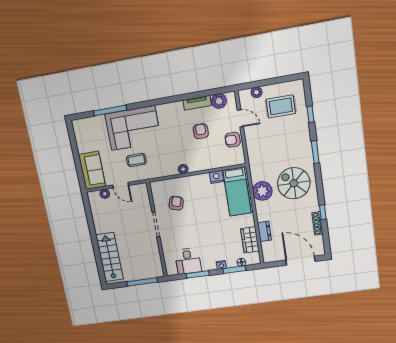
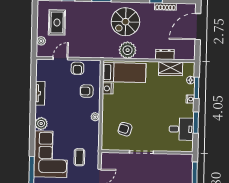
plant: (219, 101) -> (41, 124), moved
armchair: (201, 131) -> (87, 91), moved

